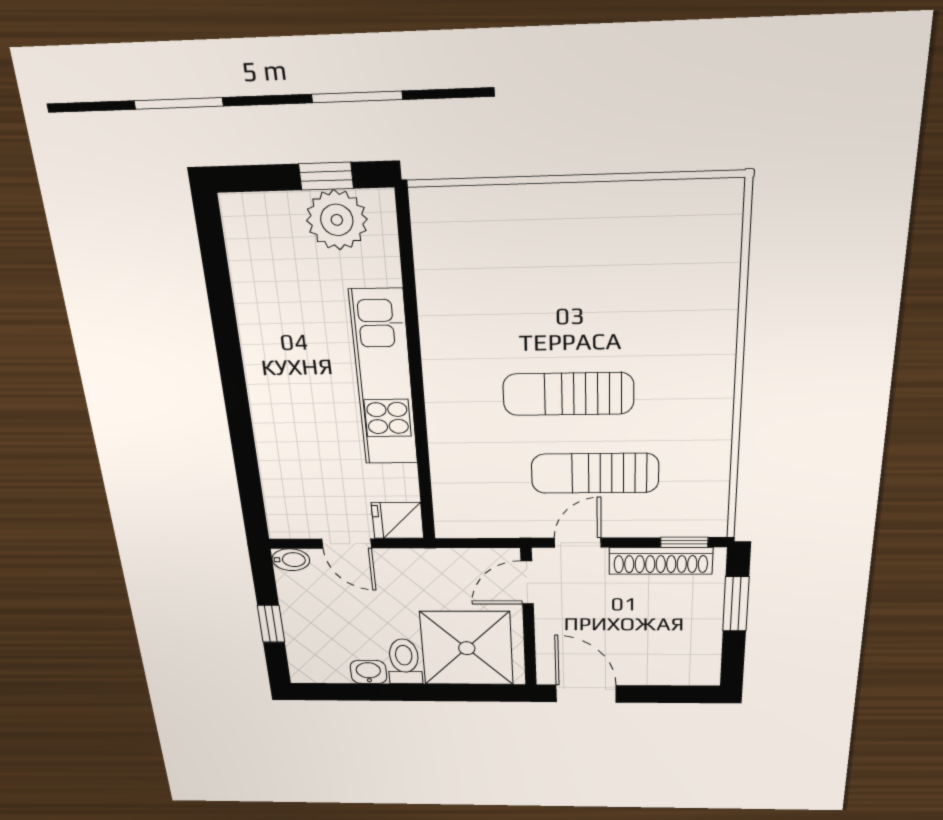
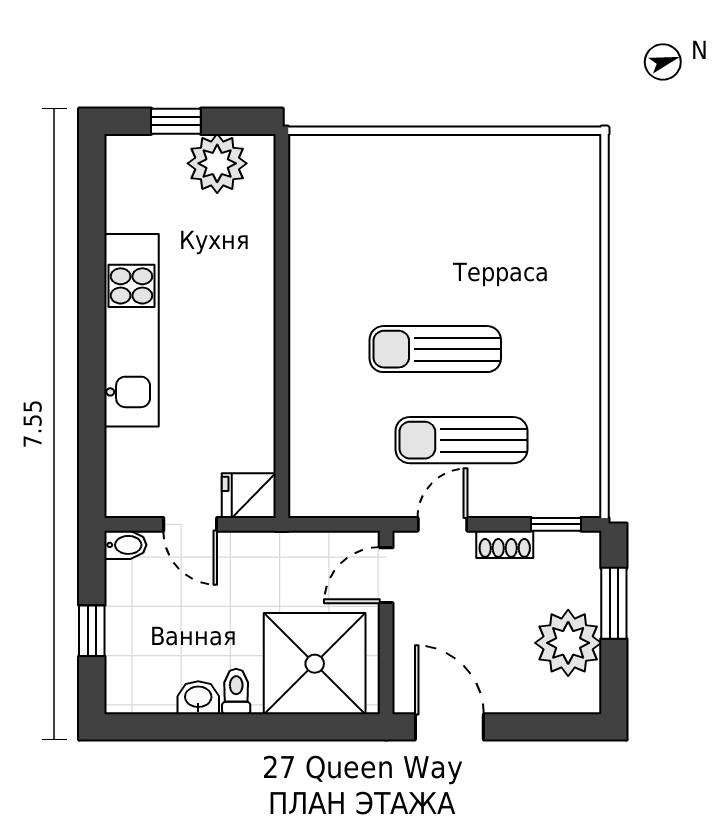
window: (326, 176) -> (176, 121), moved
kitchen unit: (384, 379) -> (131, 330), moved, turned 180
shoe rack: (661, 561) -> (505, 544), width x0.51, depth x0.81
plant: (692, 634) -> (568, 643), added
toilet: (404, 662) -> (236, 692), width x0.73, depth x0.72

